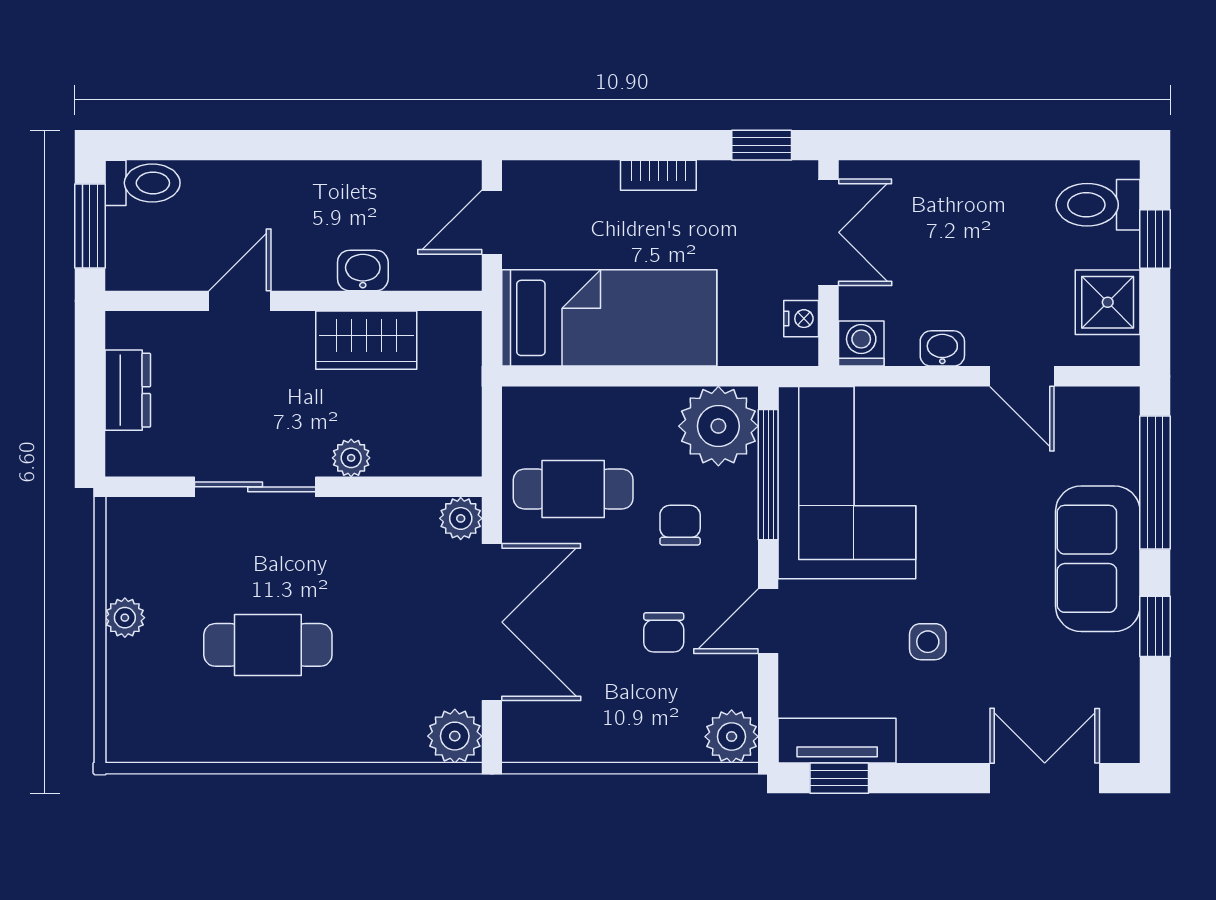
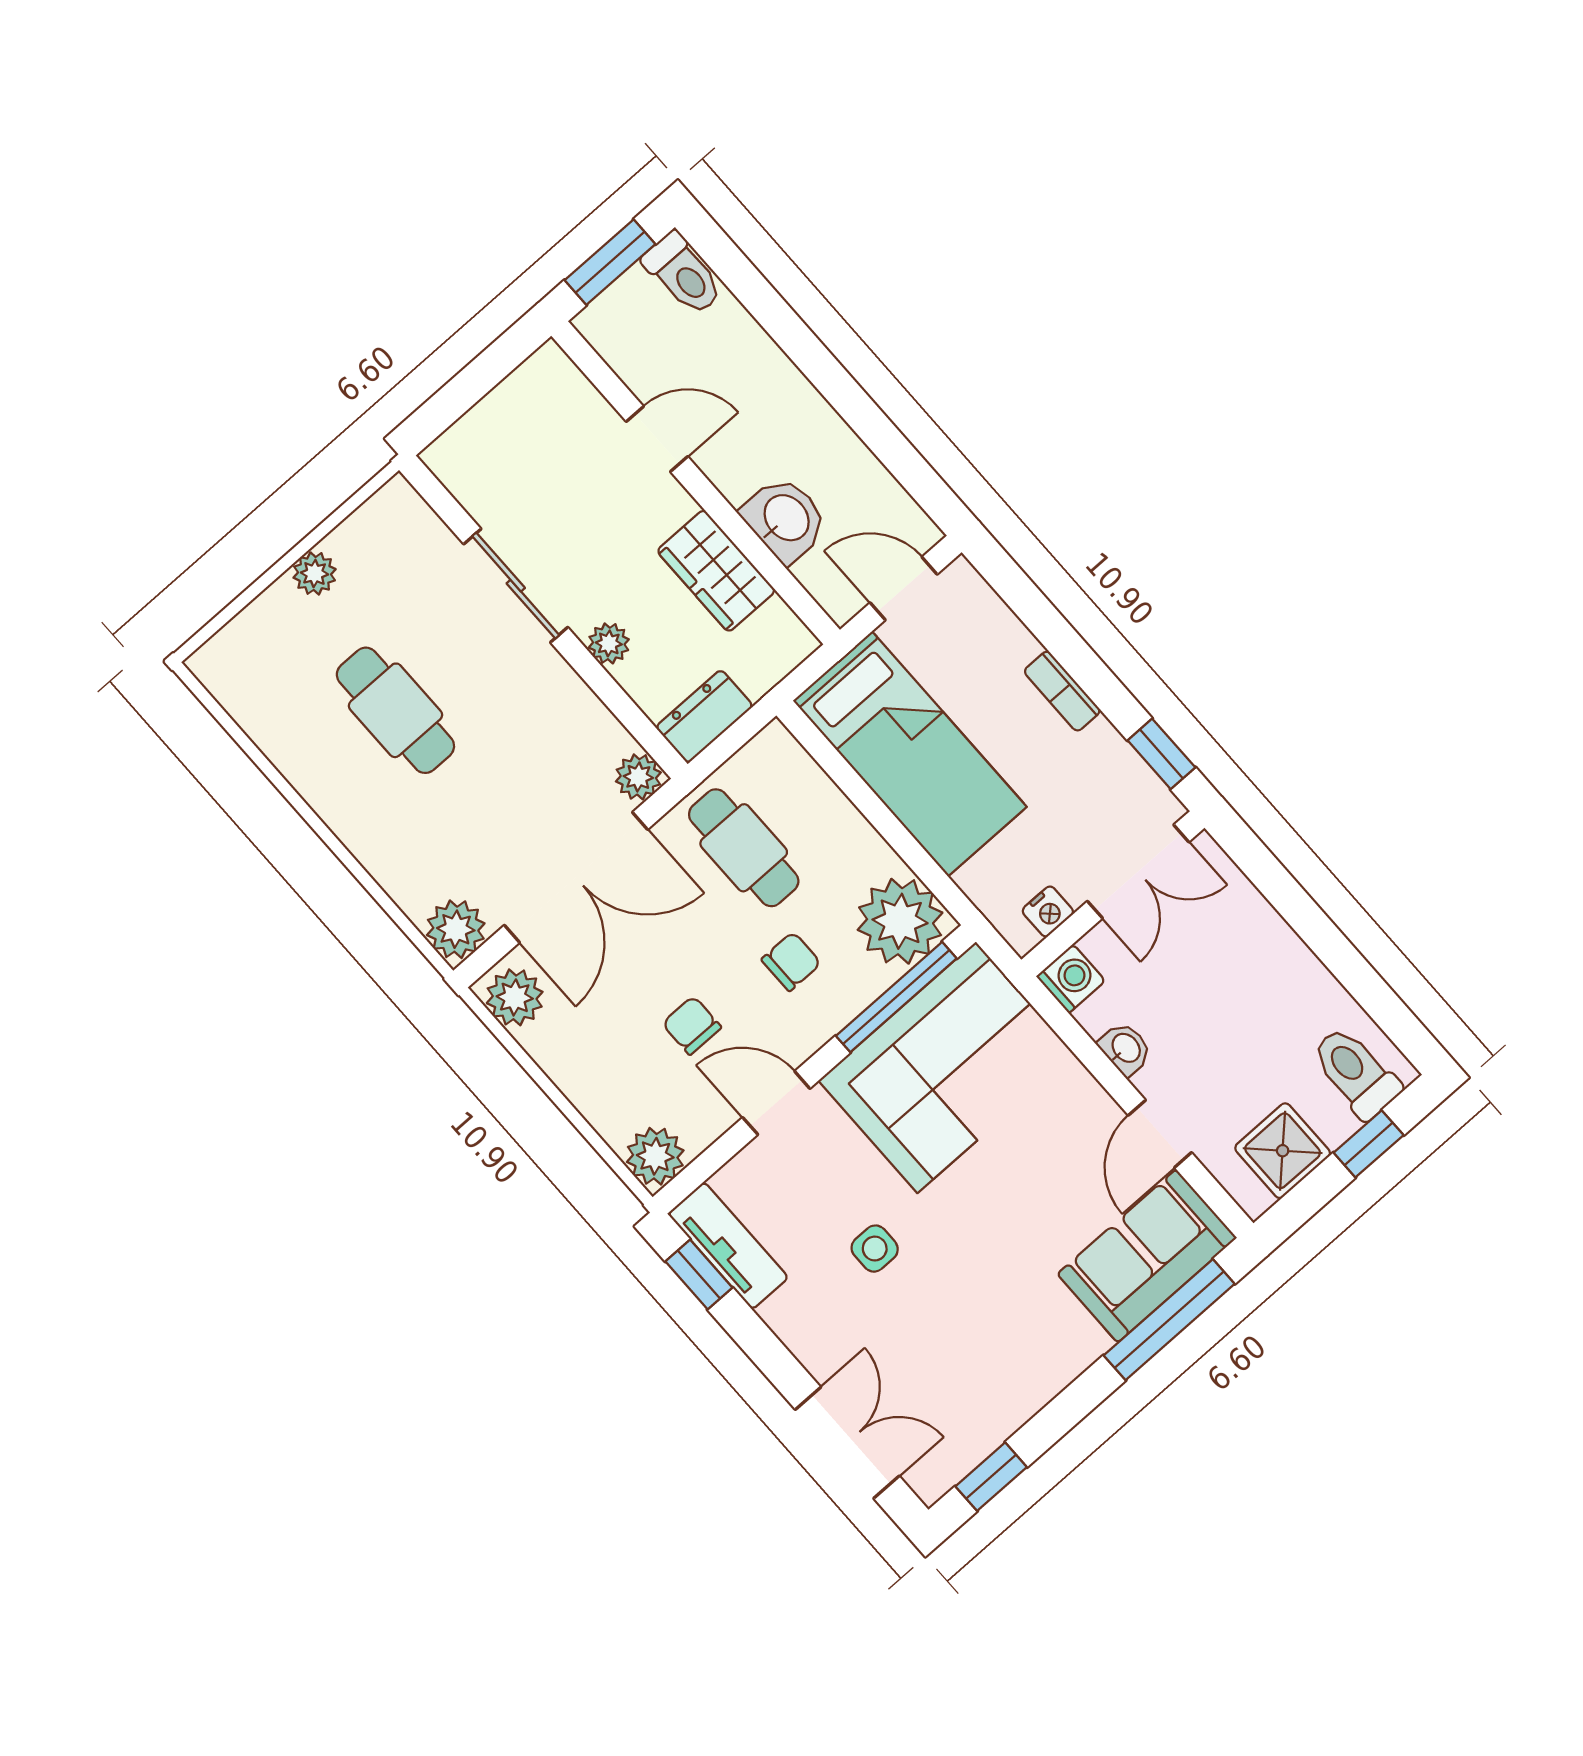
washbasin: (363, 270) -> (785, 519), width x1.38, depth x1.45
dresser: (128, 390) -> (704, 716), moved, turned 180
sofa: (1098, 559) -> (1147, 1256), moved
window: (1155, 626) -> (991, 1477), moved
chair: (664, 632) -> (692, 1025), turned 90
plant: (537, 737) -> (515, 997), added

